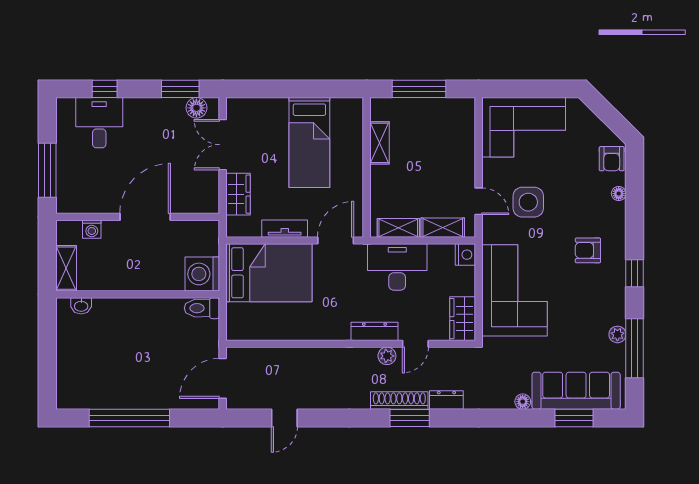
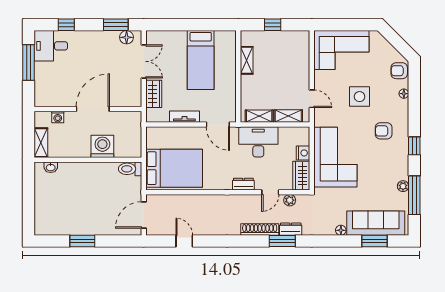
window: (419, 89) -> (273, 25), width x0.46
desk: (99, 123) -> (51, 46), moved, turned -90
double door: (223, 145) -> (144, 61), swing flipped
armchair: (612, 159) -> (399, 71), turned 90
window: (47, 170) -> (29, 62), moved
side table: (528, 202) -> (360, 97), moved
door: (336, 241) -> (218, 124), swing flipped
nightstand: (465, 255) -> (303, 153), moved
bed: (269, 273) -> (174, 168), moved
washing machine: (202, 274) -> (102, 146), moved, turned 90
dresser: (374, 331) -> (243, 184), width x0.70
plant: (387, 356) -> (290, 200), moved
window: (129, 418) -> (82, 241), width x0.47
door: (284, 418) -> (184, 241), swing flipped
window: (410, 418) -> (282, 241), moved

